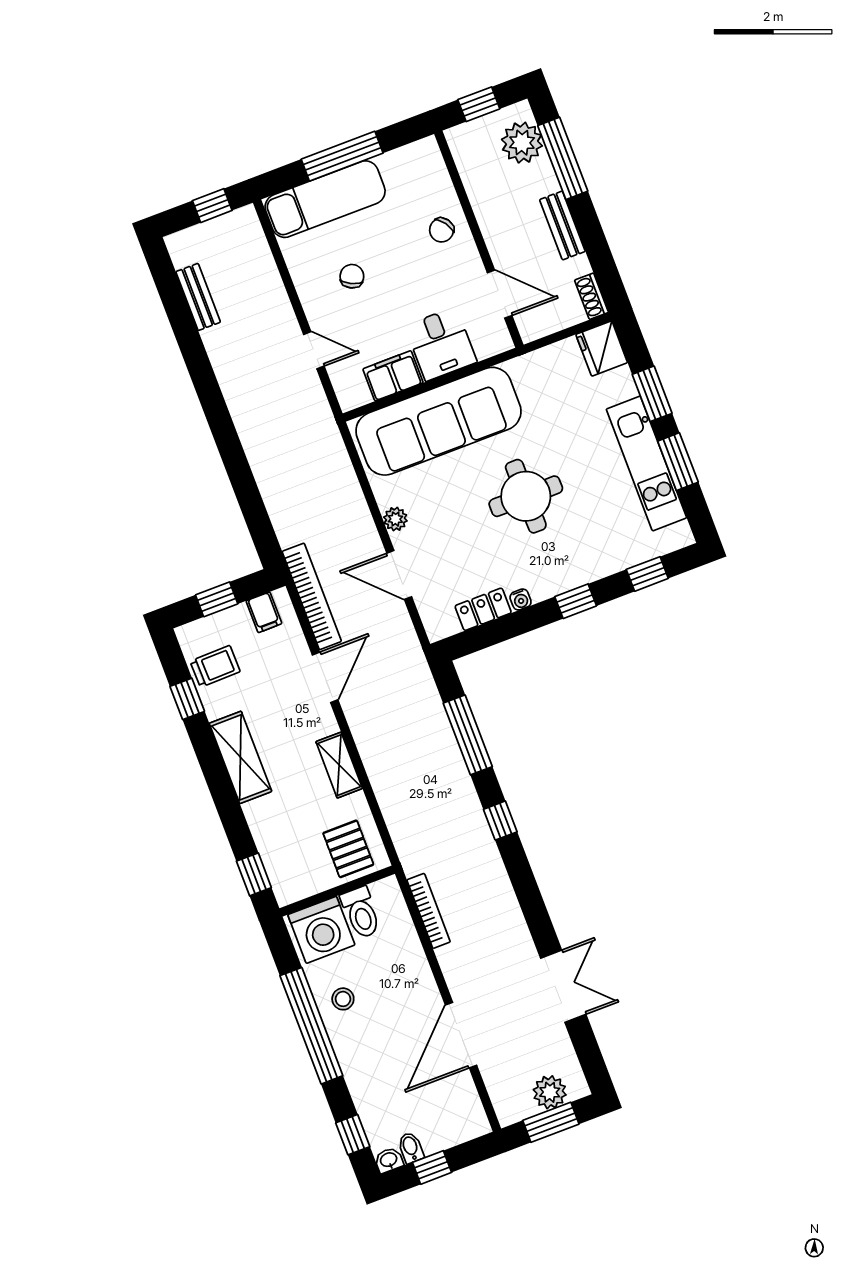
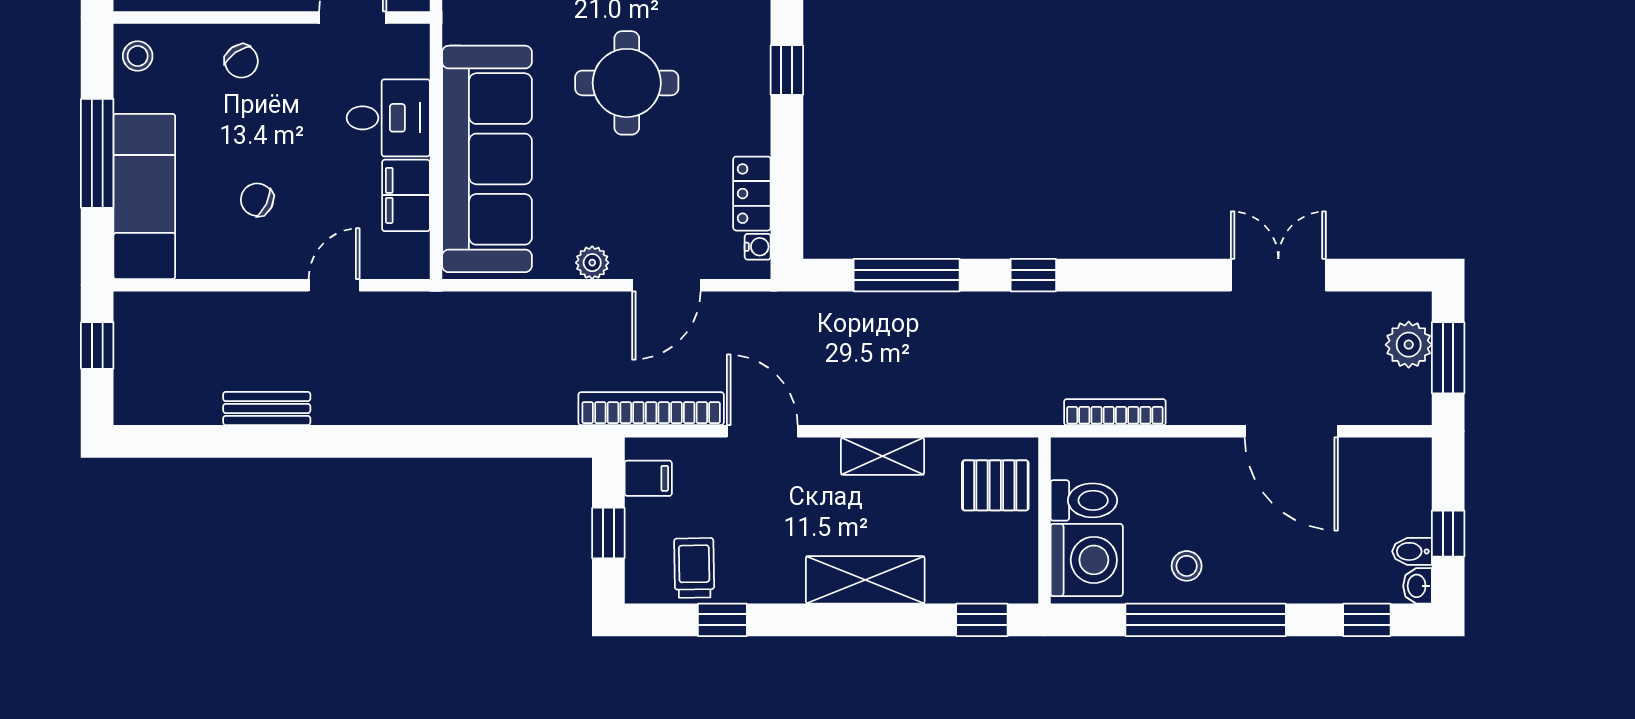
stool: (418, 159) -> (138, 56), added
bench: (198, 297) -> (267, 408), moved
water cooler: (521, 600) -> (758, 247), moved
shelving: (240, 757) -> (865, 580), moved

